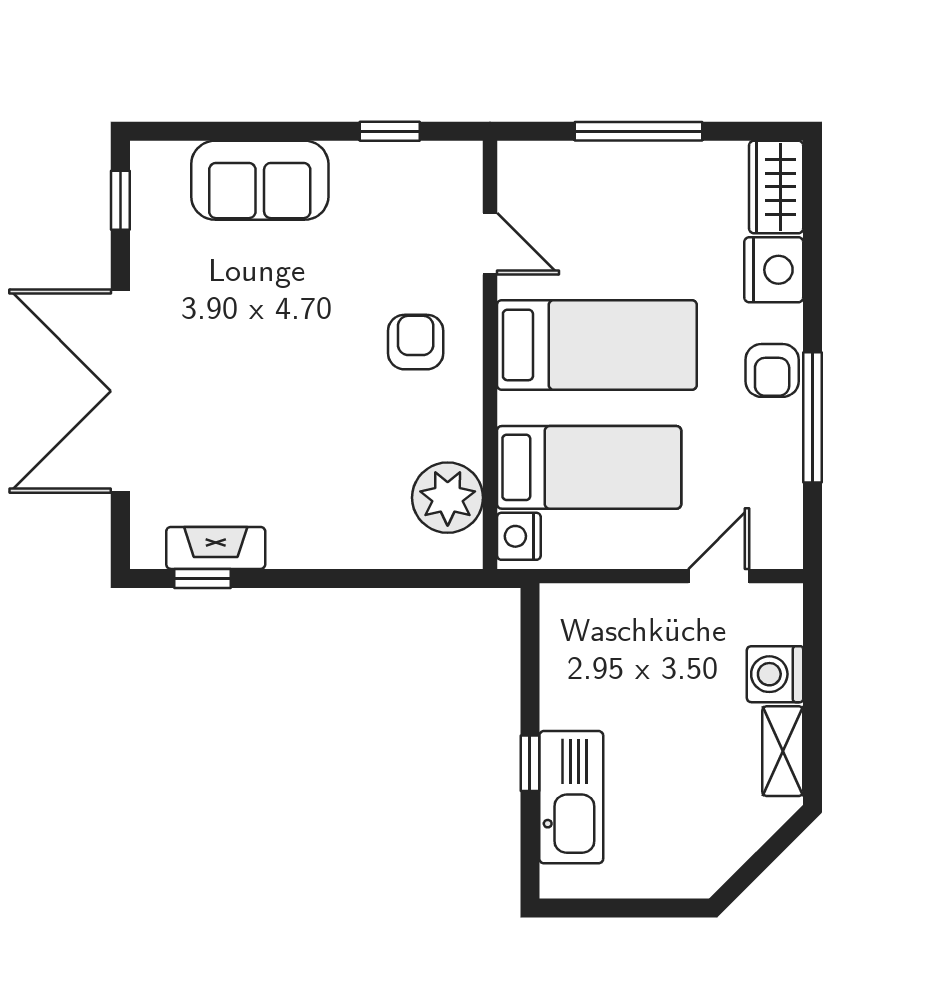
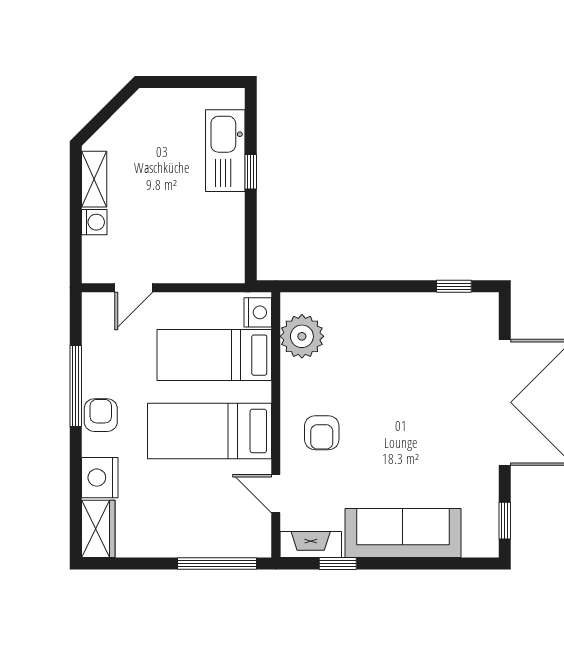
window: (638, 131) -> (217, 563), moved
sofa: (260, 180) -> (403, 533), width x1.36
fireplace: (216, 548) -> (311, 545), moved, turned 180
washing machine: (775, 674) -> (94, 222), width x0.73, depth x0.73

